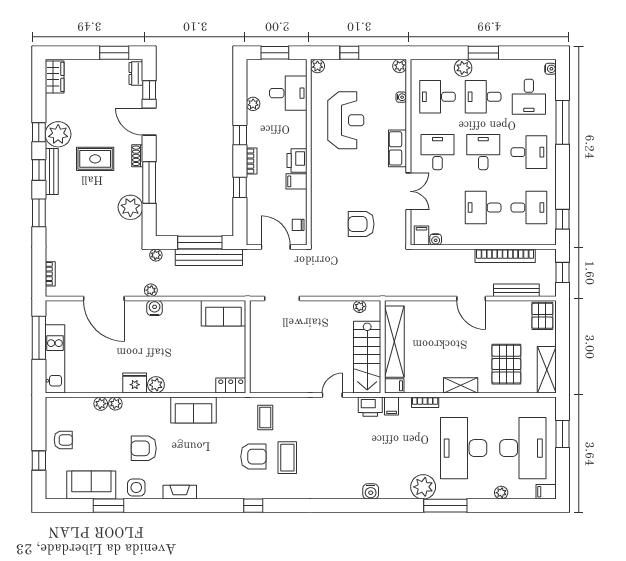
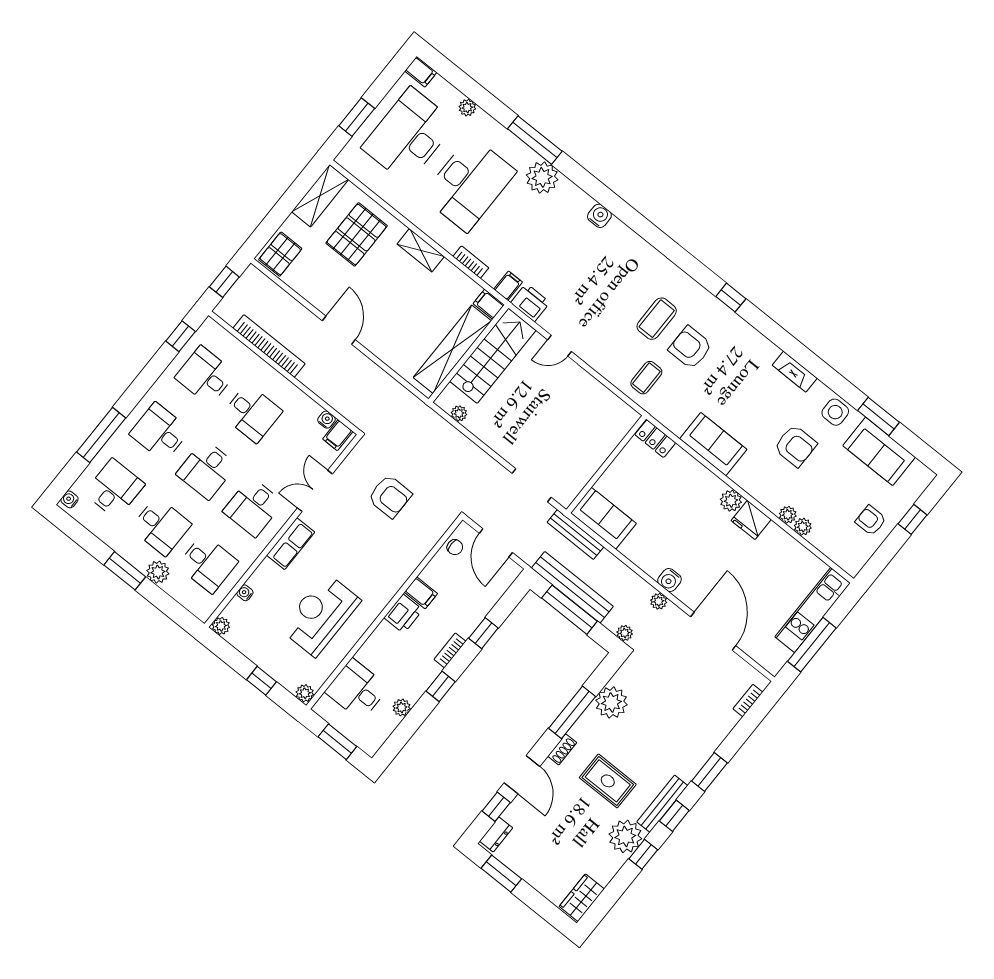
bench: (516, 290) -> (575, 534), moved

